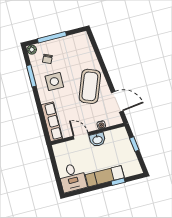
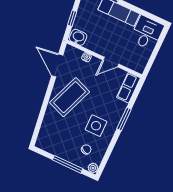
window: (31, 76) -> (124, 119), moved
row of seats: (52, 122) -> (128, 88), width x0.68
door: (81, 136) -> (111, 62), hinge flipped
washbasin: (97, 140) -> (78, 37), moved

